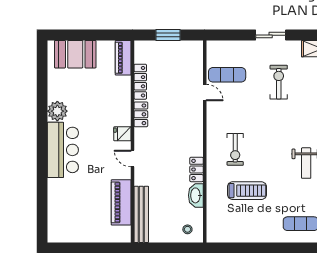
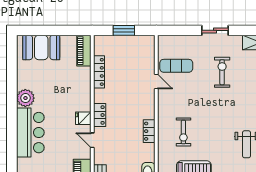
locker: (141, 114) -> (100, 115), moved
locker: (197, 169) -> (149, 131), moved

